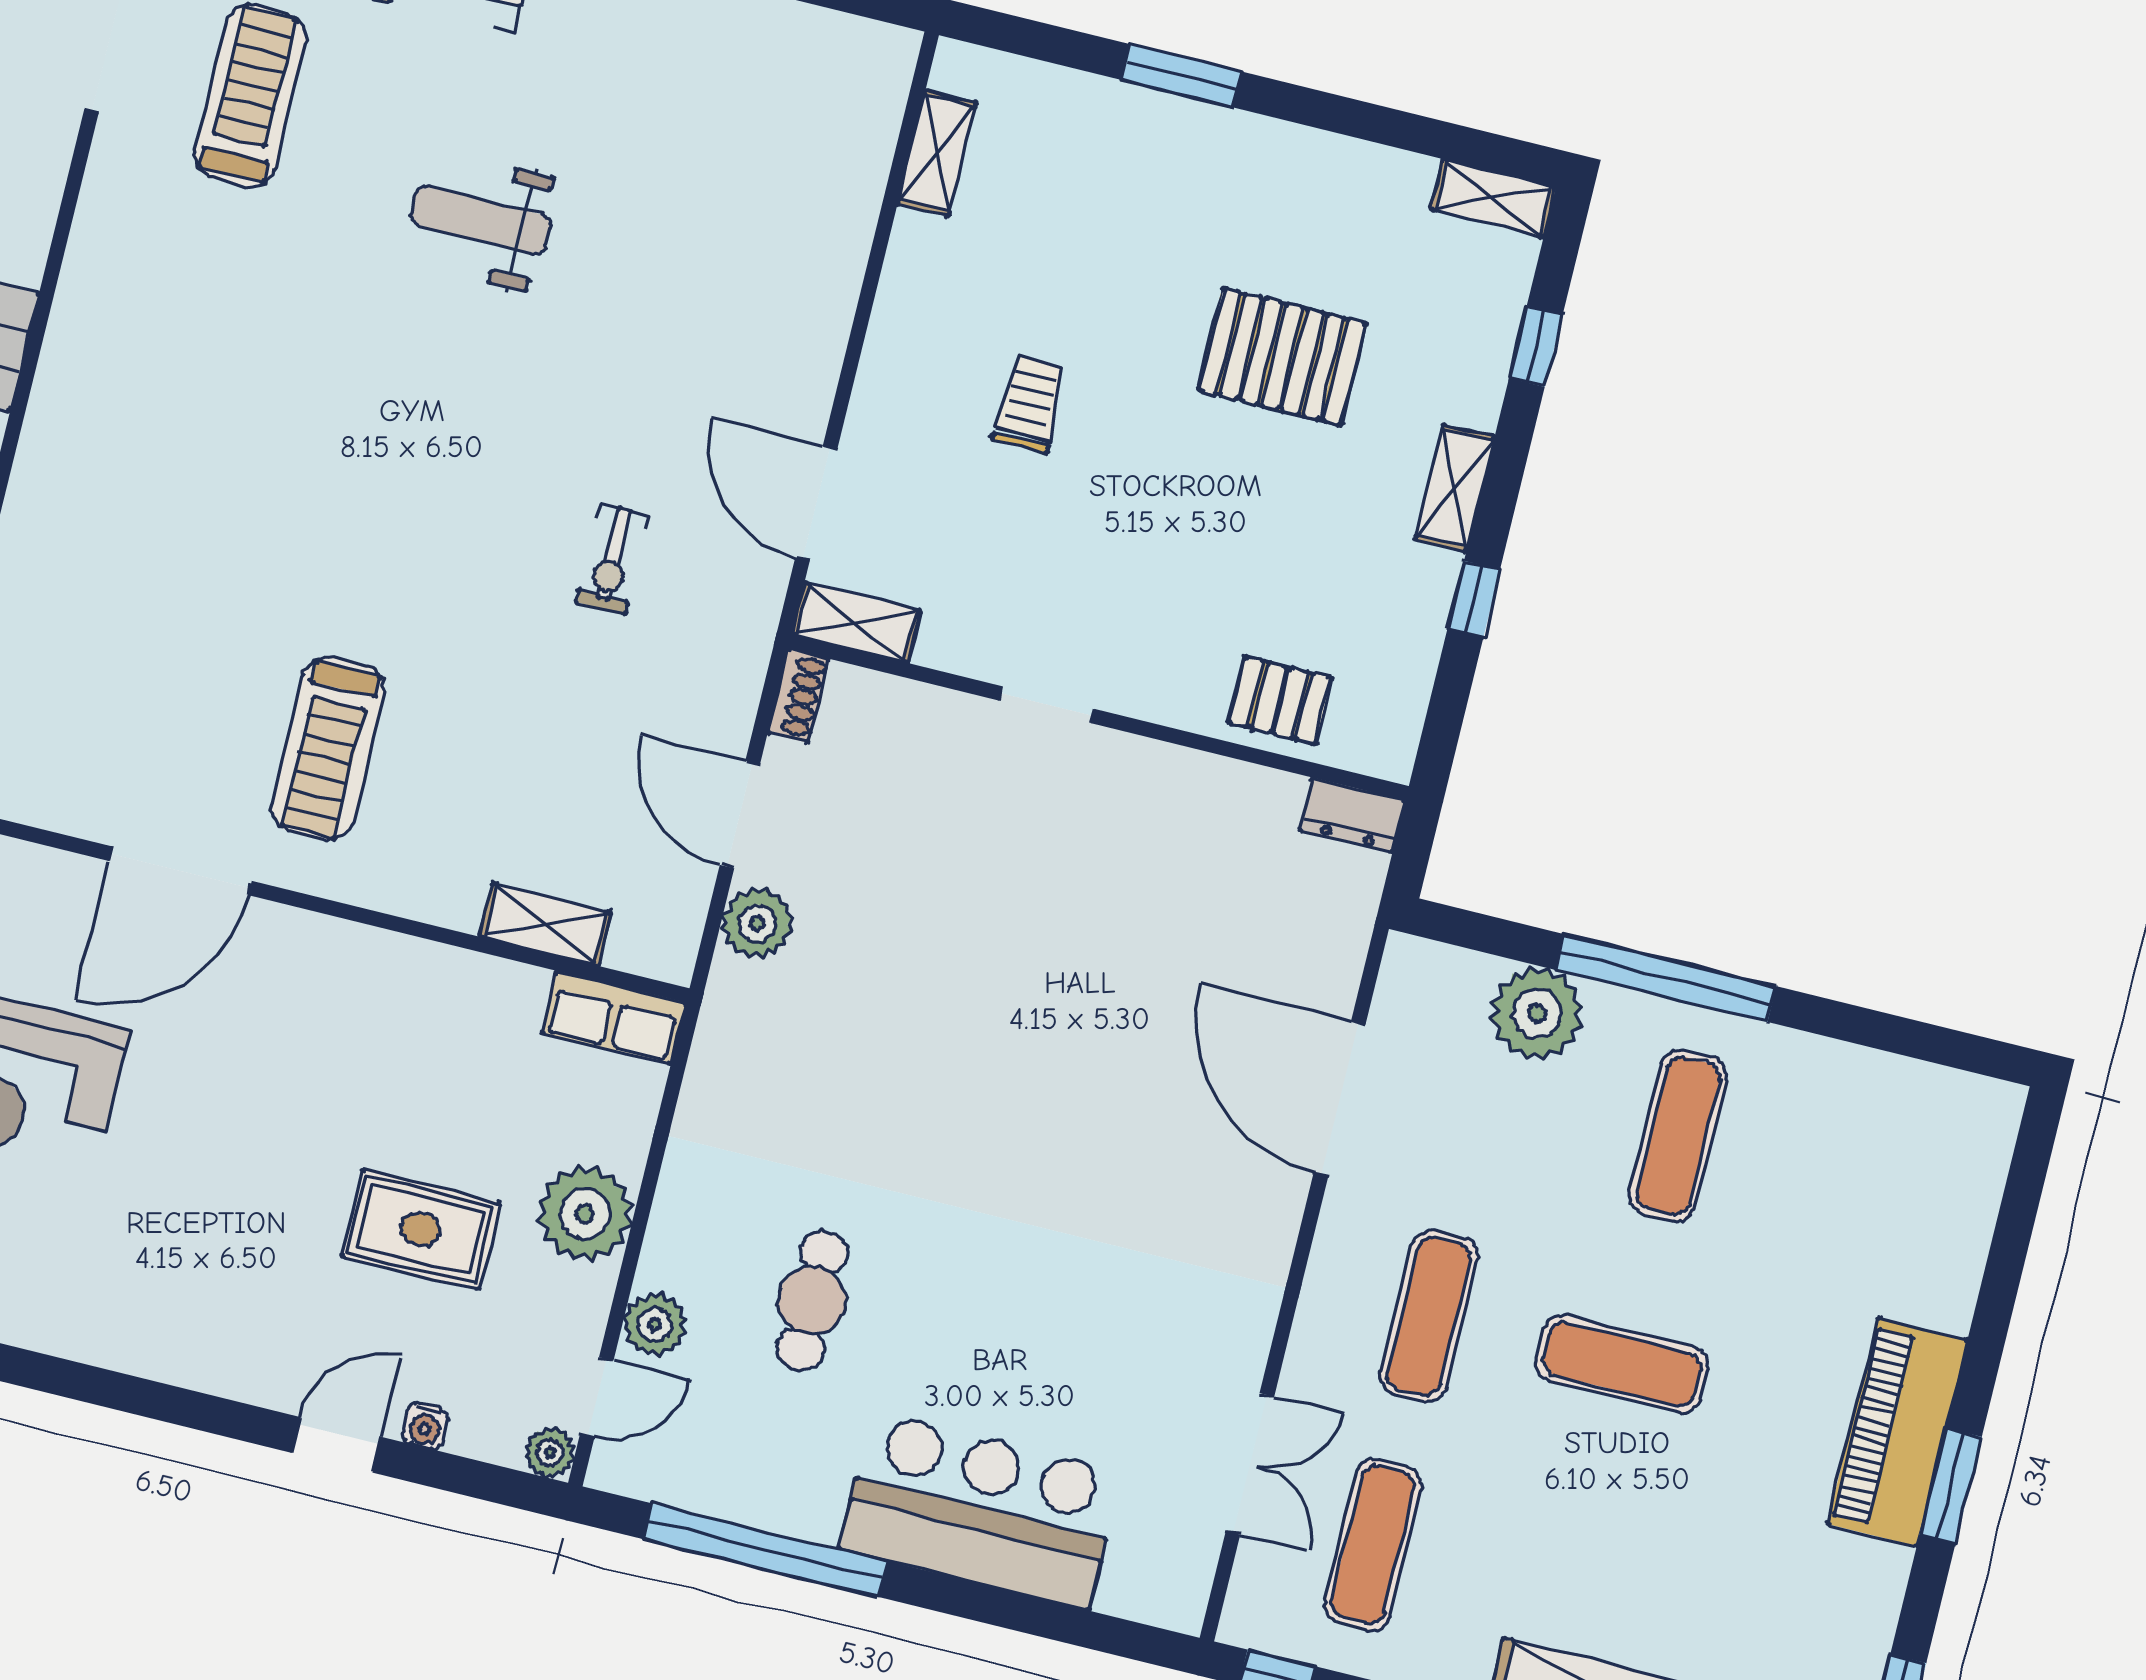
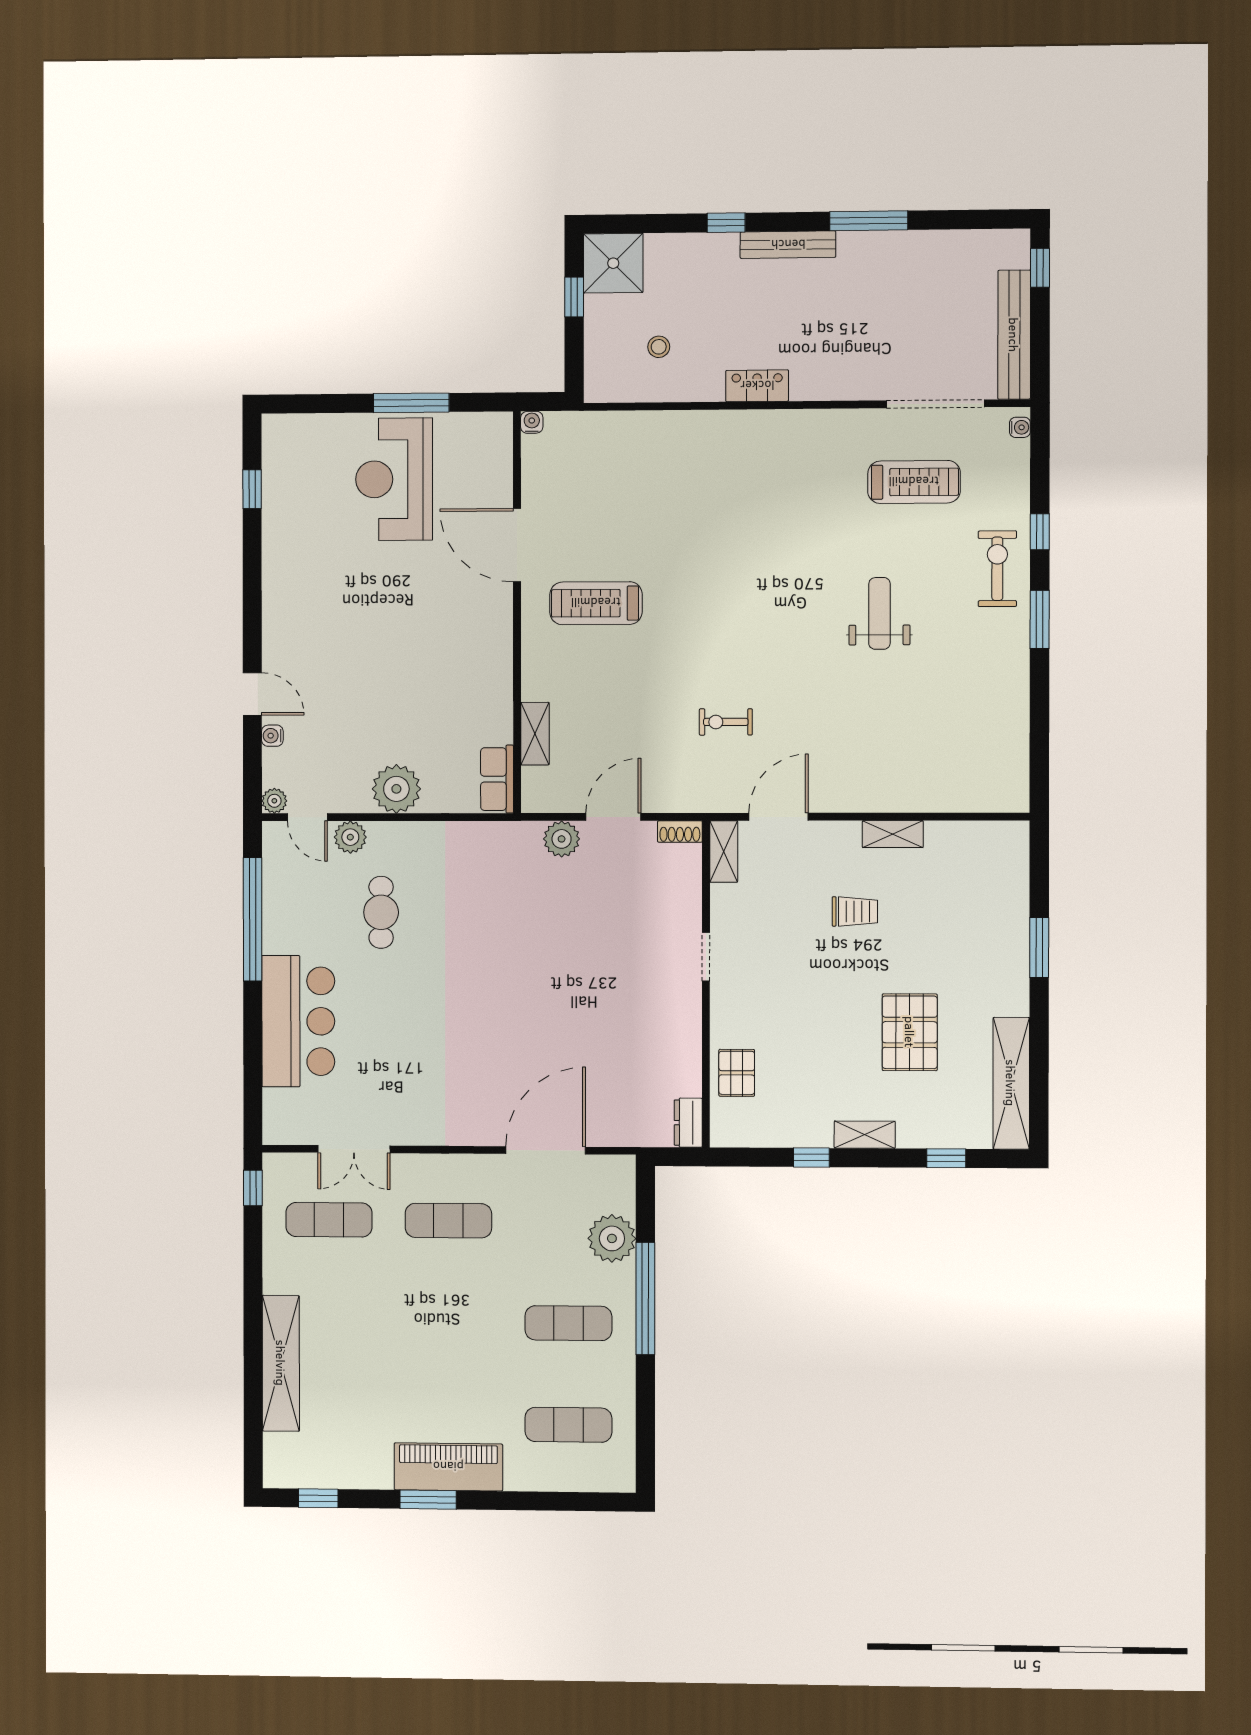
shelving: (937, 153) -> (893, 834), moved
shelving: (1494, 198) -> (1011, 1083), width x2.20, depth x1.33
rug: (421, 1229) -> (369, 709), removed
cafe table: (812, 1301) -> (381, 912), turned 90
exercise mat: (1622, 1364) -> (568, 1425), moved, turned 90

